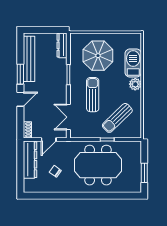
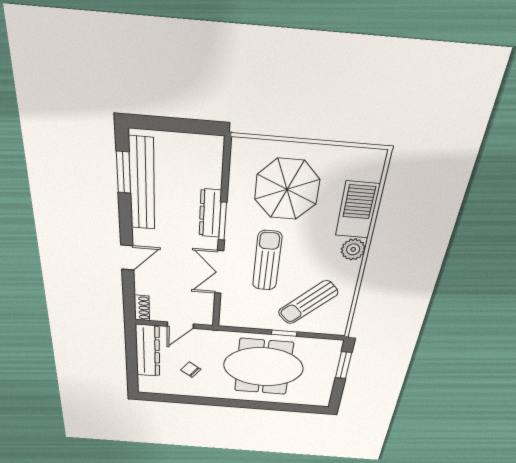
dresser: (62, 45) -> (210, 213), moved
window: (20, 74) -> (124, 172), moved
double door: (68, 117) -> (219, 272), moved
window: (144, 173) -> (343, 365), moved

